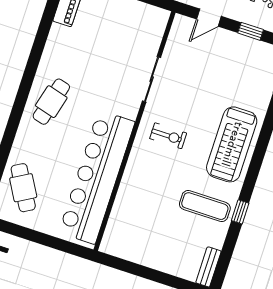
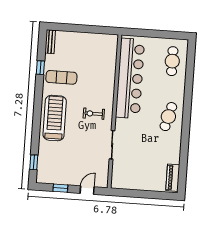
cafe table: (23, 188) -> (172, 61), turned 30
window: (240, 212) -> (40, 68), moved

